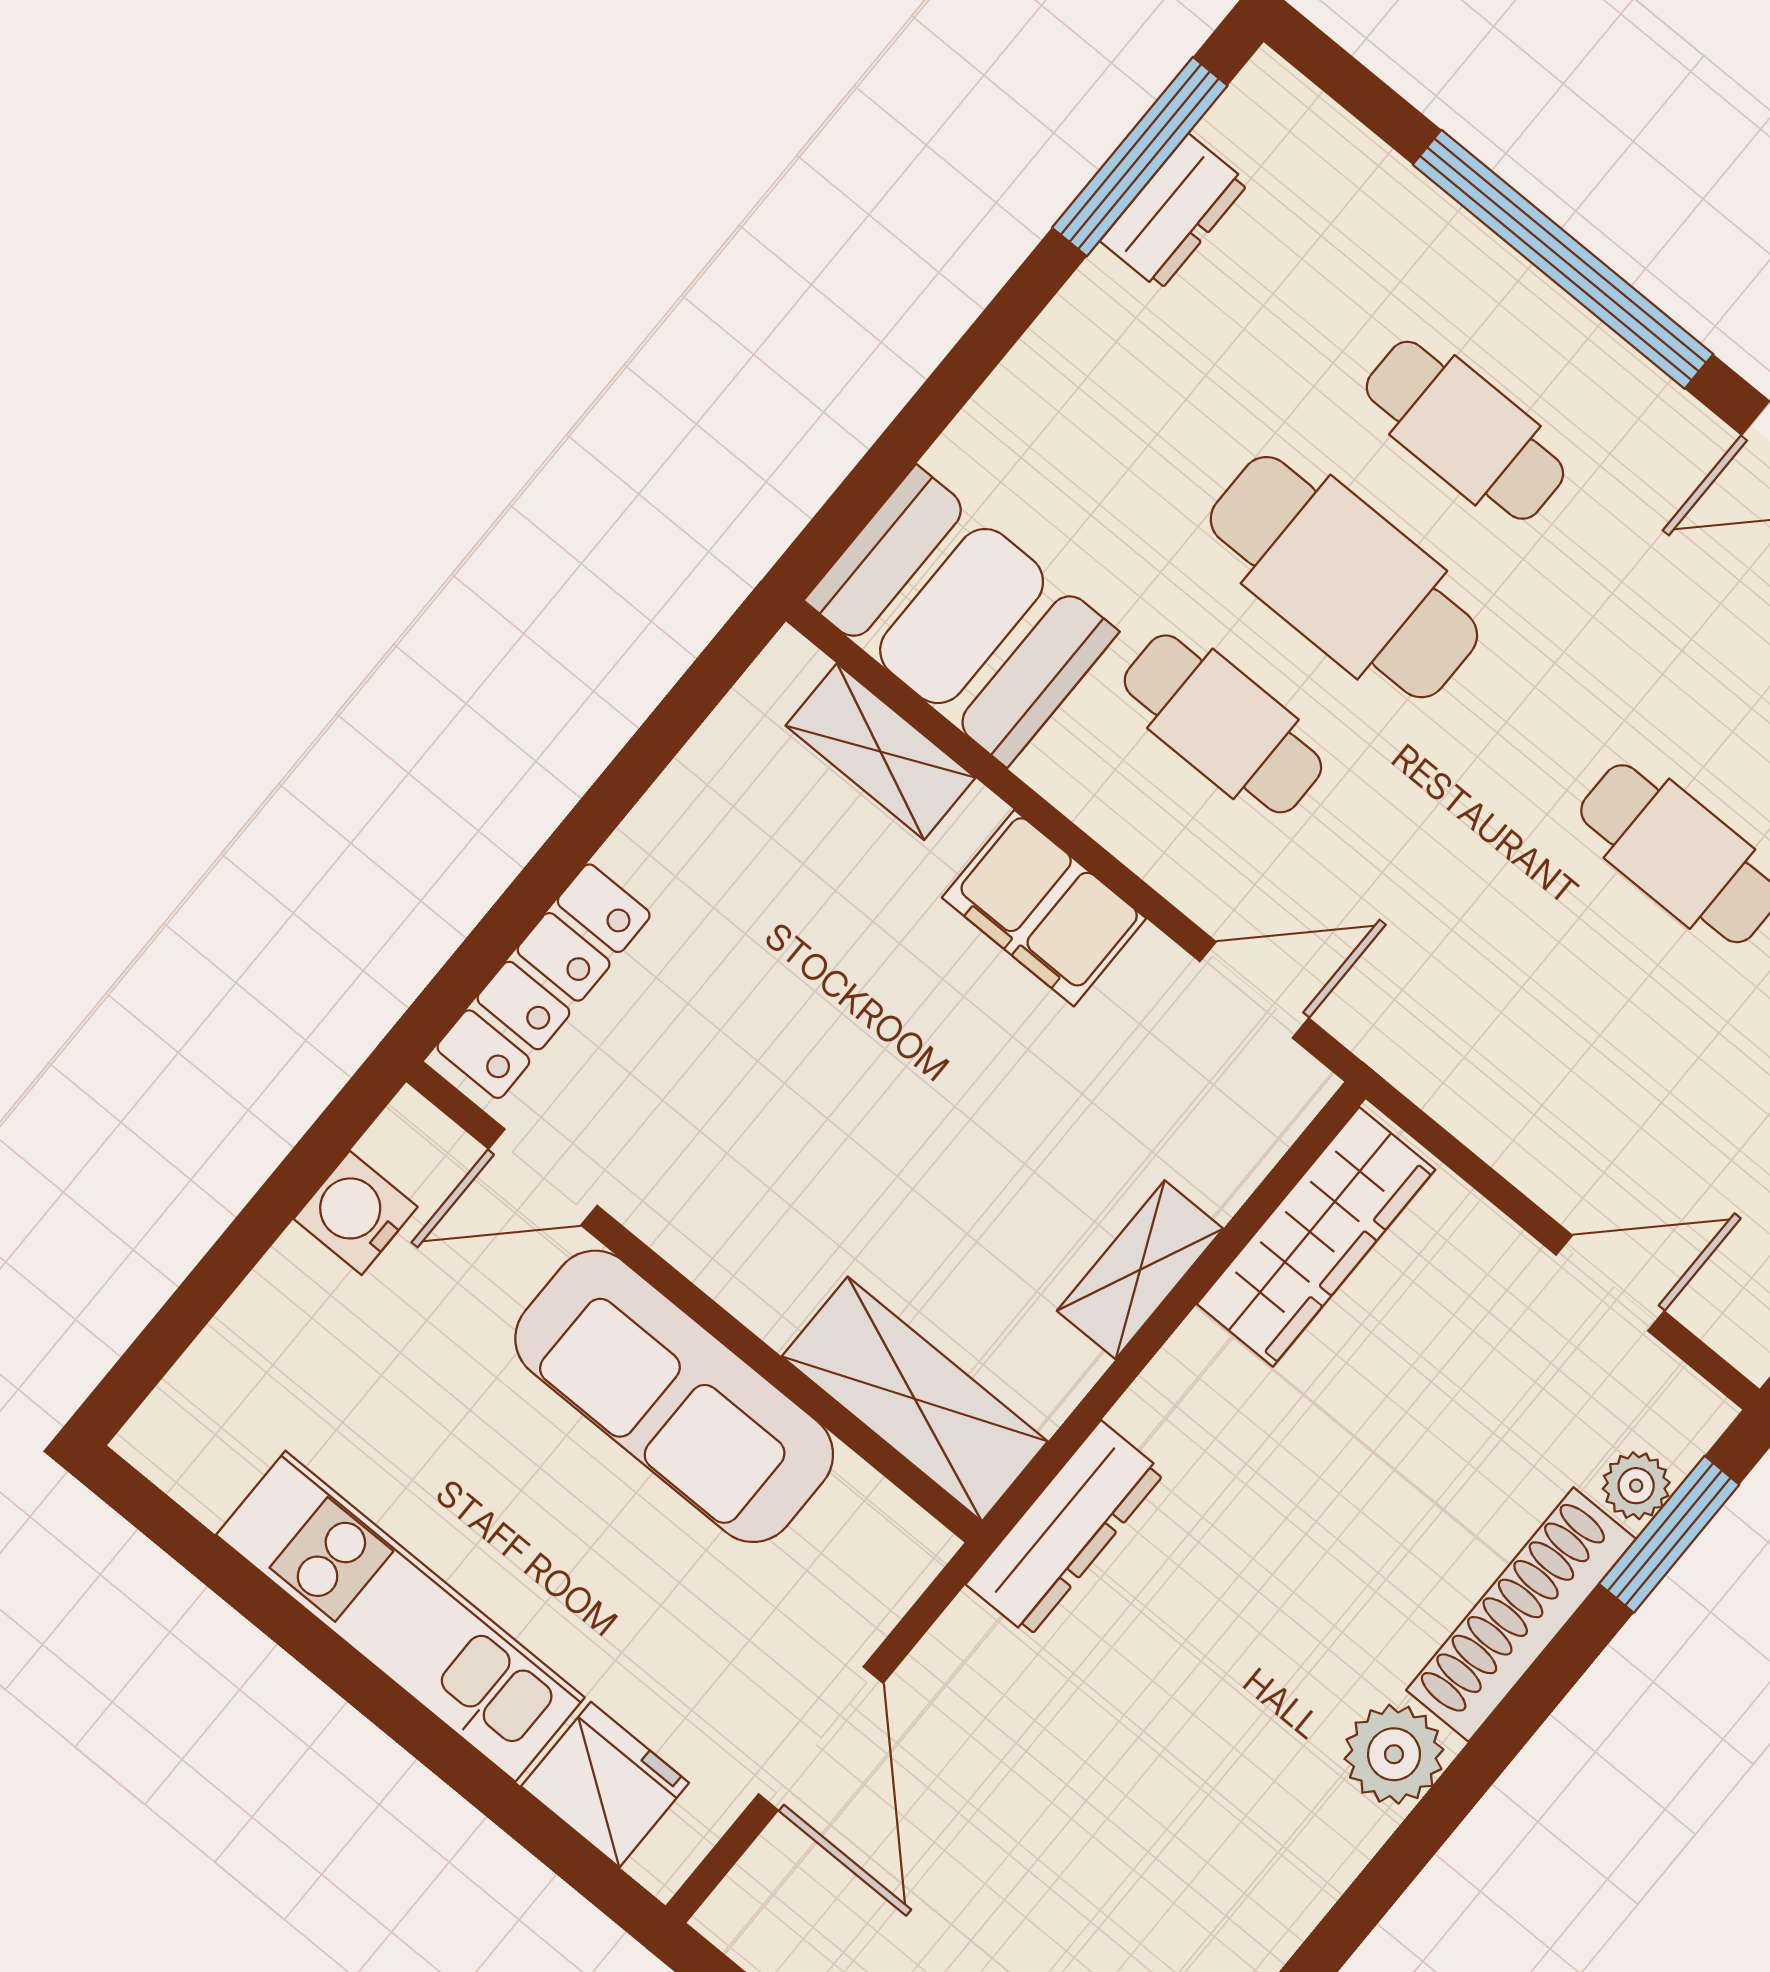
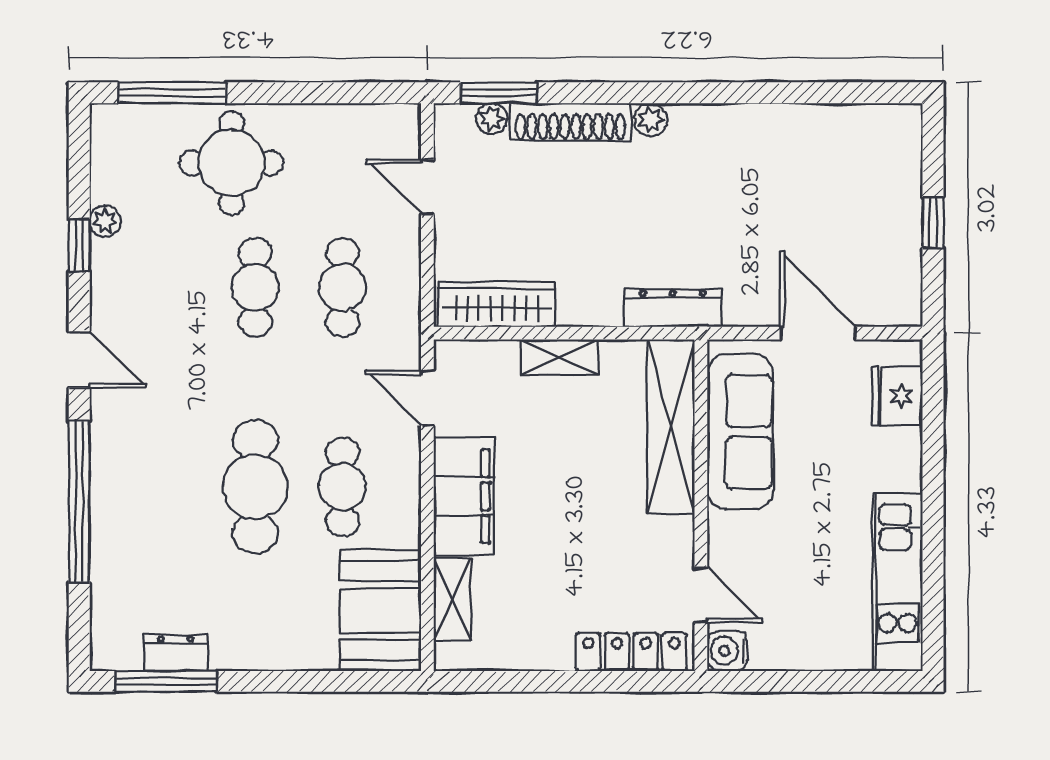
cafe table: (1465, 430) -> (342, 287), moved
filing cabinet: (1044, 908) -> (464, 496), width x1.50, depth x1.17
water cooler: (356, 1213) -> (727, 651), moved, turned 90
sofa: (674, 1396) -> (740, 432), moved
shelving: (915, 1399) -> (671, 427), width x1.47
kitchen unit: (400, 1616) -> (898, 582), moved
door: (821, 1738) -> (818, 333), hinge flipped
plant: (1394, 1754) -> (651, 120), width x0.73, depth x0.73

